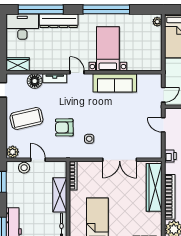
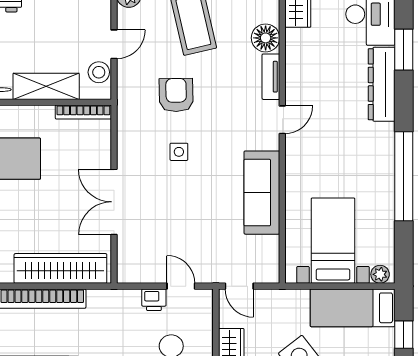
window: (41, 9) -> (404, 50), width x0.47
bed with nightstands: (108, 49) -> (333, 241), moved, turned -90
door: (163, 125) -> (181, 286), hinge flipped
side table: (89, 139) -> (179, 152), moved
printer: (170, 156) -> (154, 300), moved
stool: (24, 168) -> (99, 72), moved

